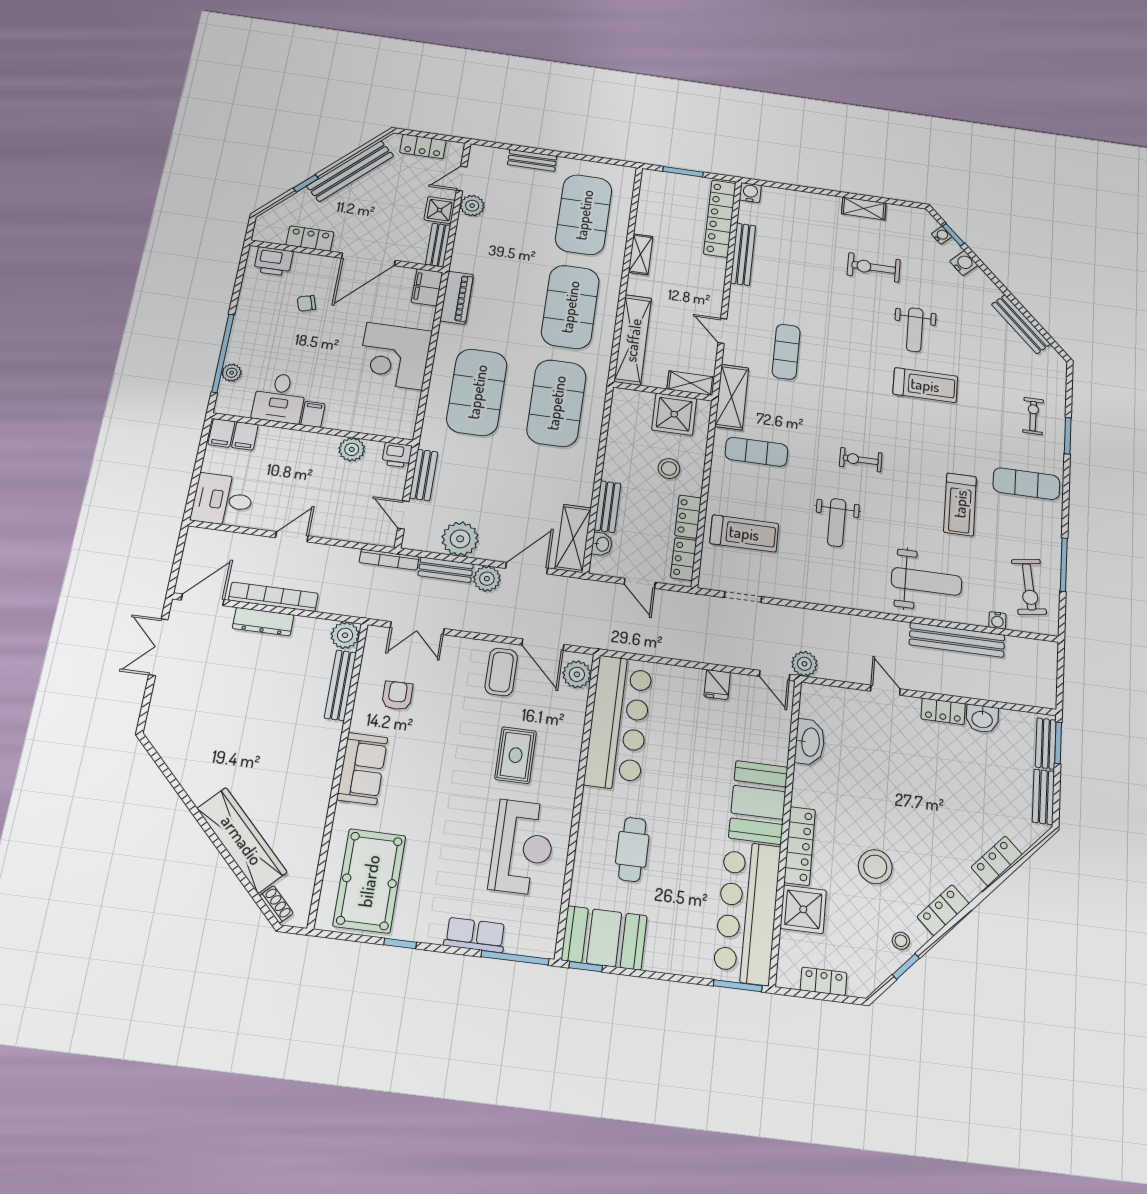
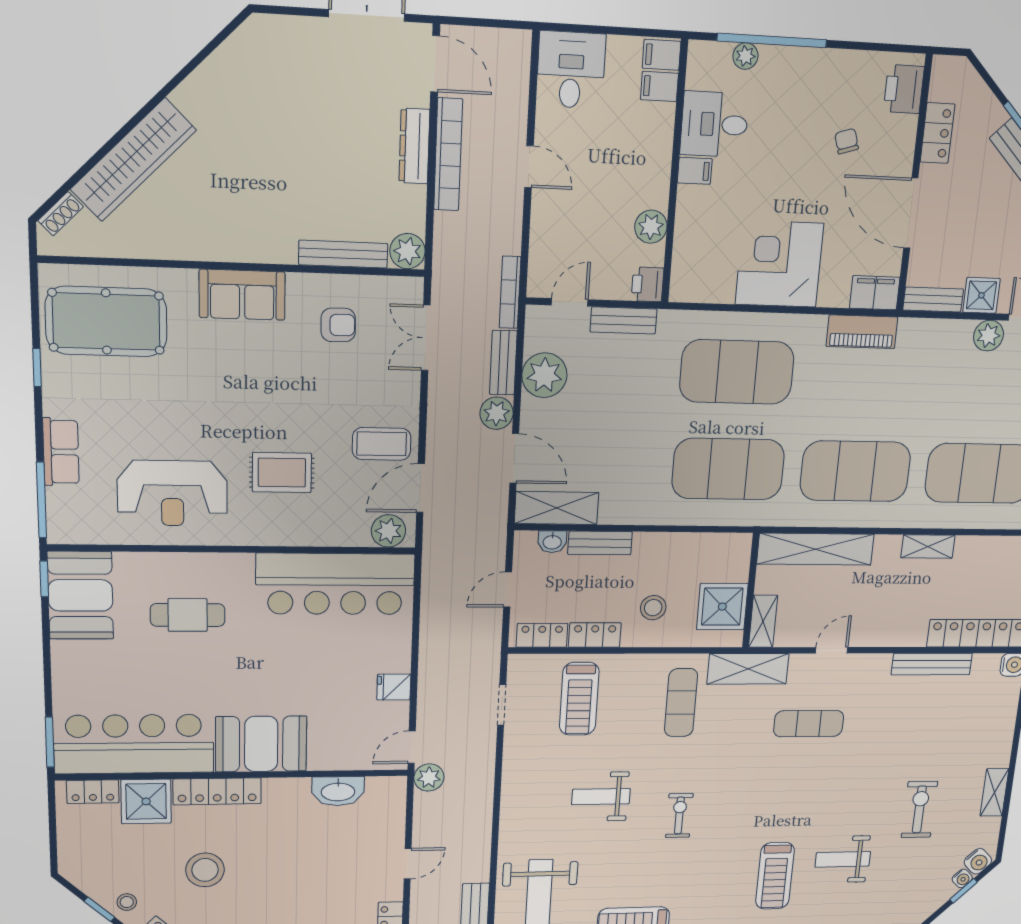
water cooler: (964, 263) -> (978, 861), moved
locker: (824, 981) -> (93, 792), moved, turned 90

